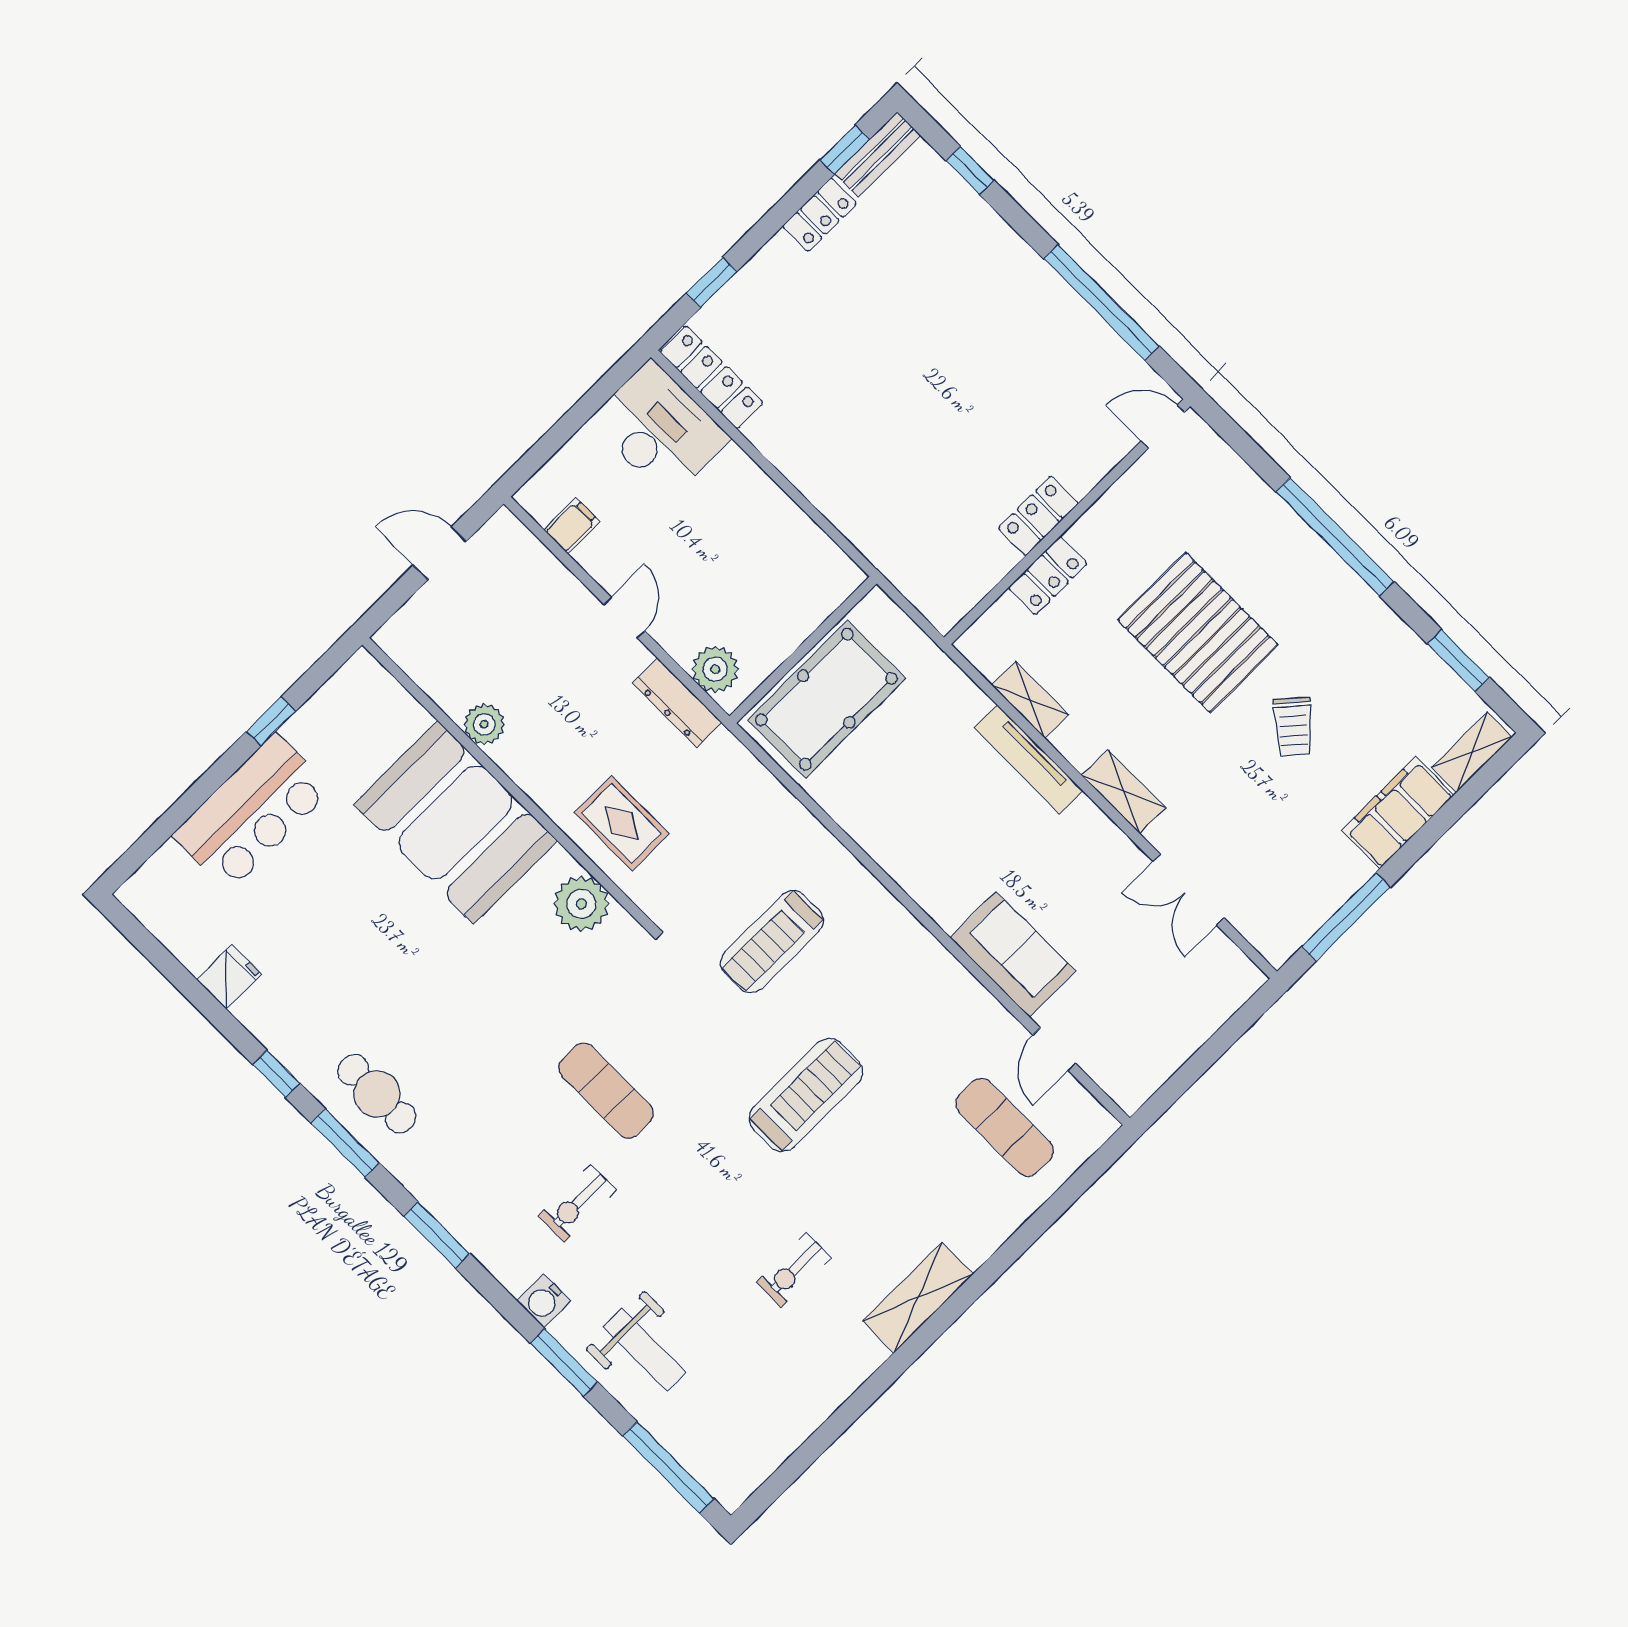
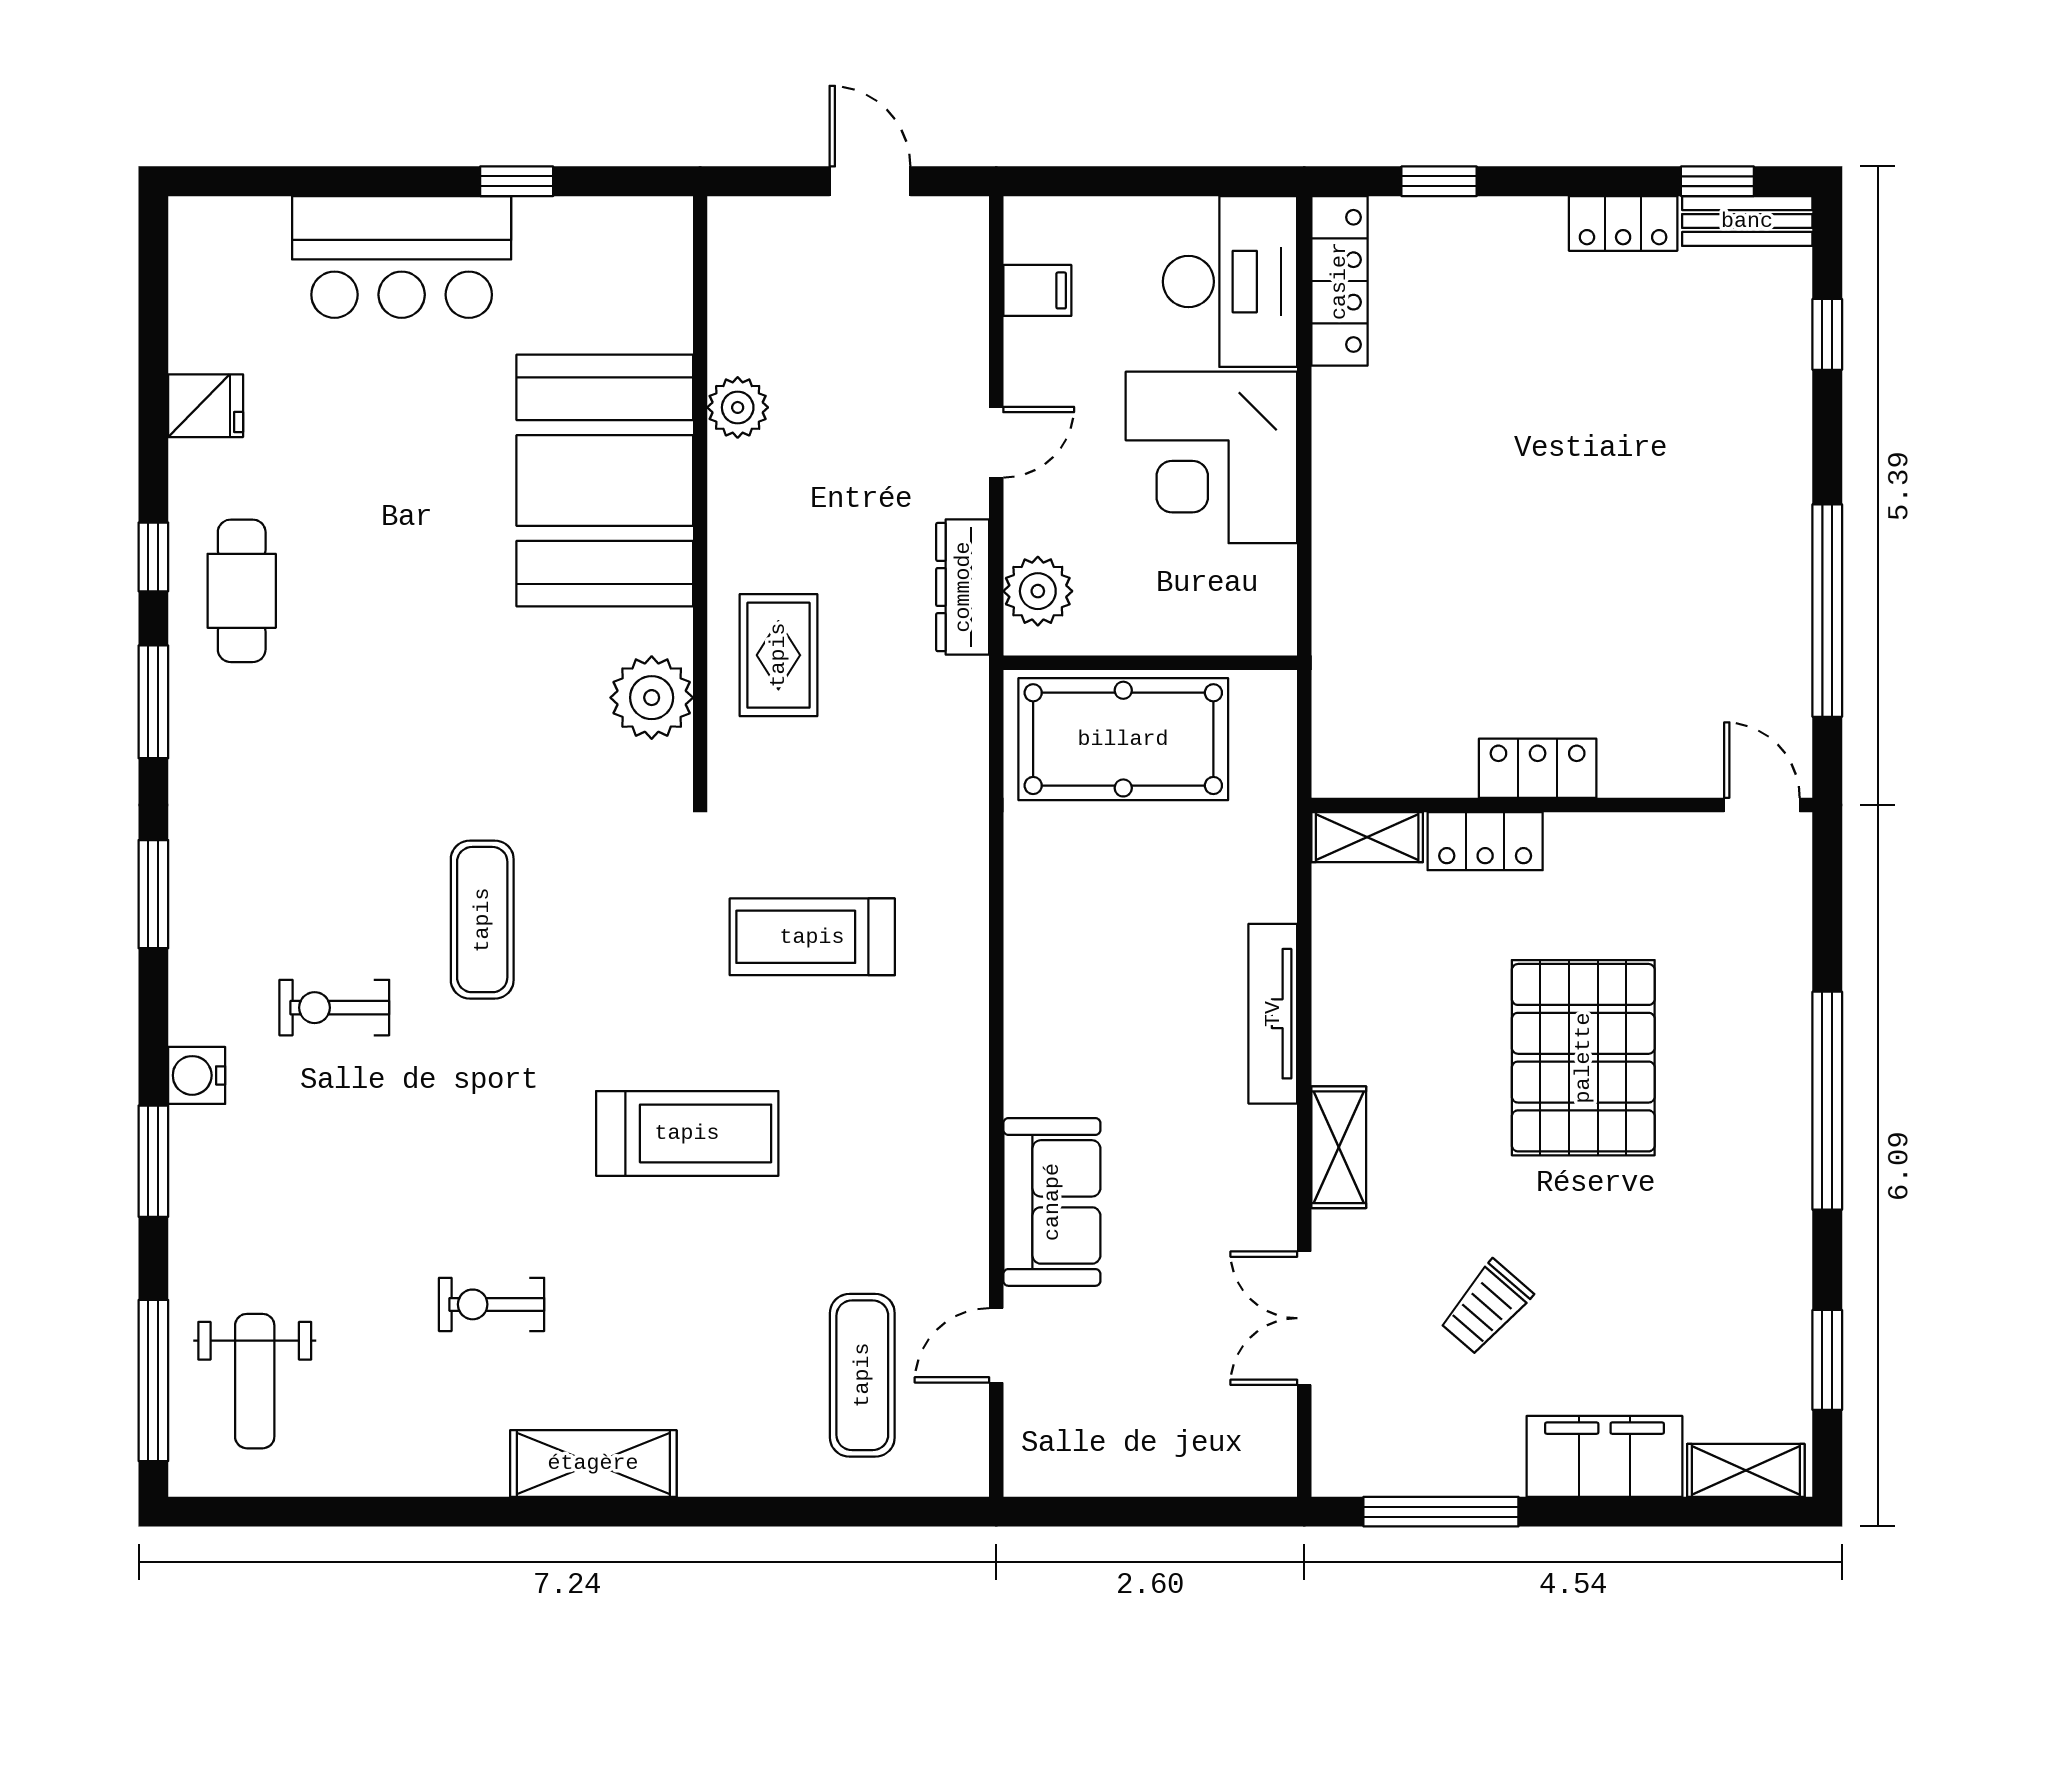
corner desk: (734, 523) -> (1211, 457), added
shelving: (1030, 700) -> (1367, 837), moved, turned 90
trolley: (1293, 727) -> (1486, 1308), moved
cafe table: (377, 1094) -> (242, 591), moved
weight bench: (645, 1350) -> (255, 1381), moved

